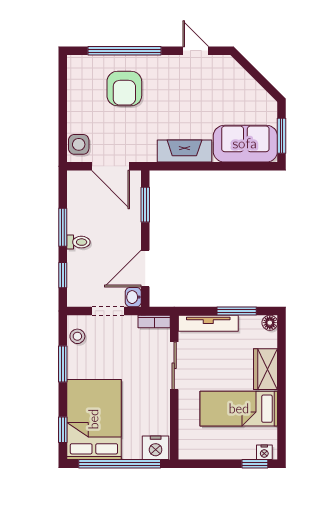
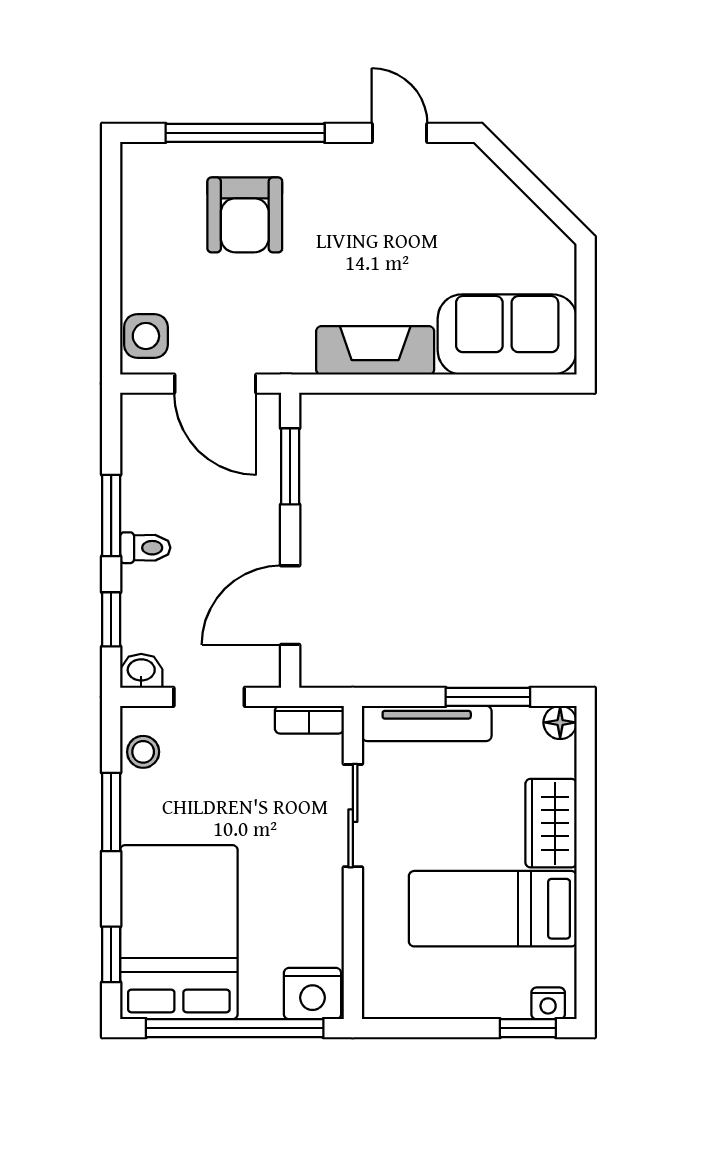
window: (282, 136) -> (586, 317), removed
washbasin: (133, 297) -> (141, 671), moved, turned 90

